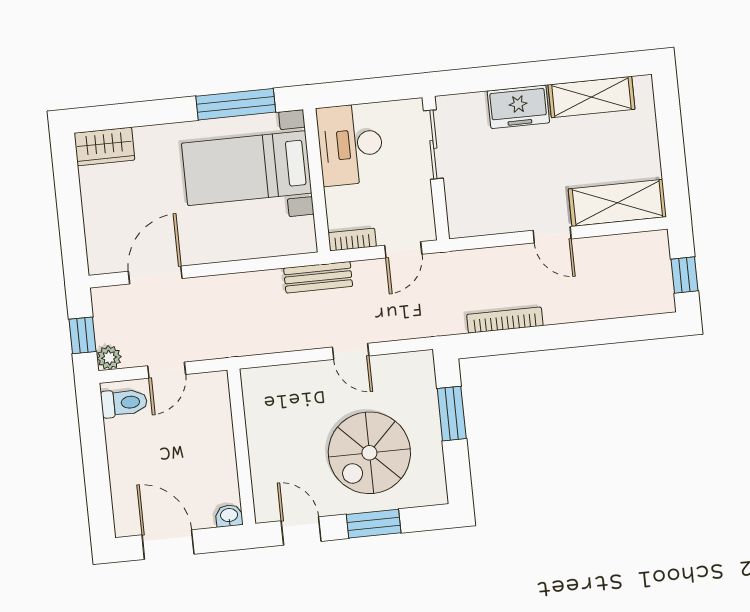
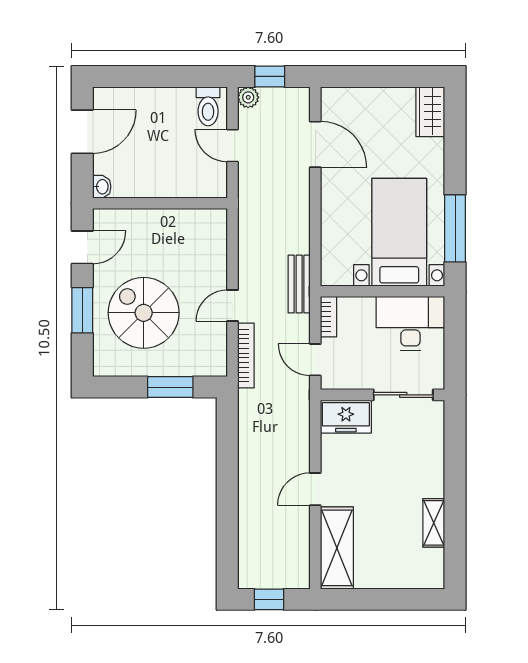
shelving: (591, 97) -> (434, 523), width x0.67, depth x0.75
freezer: (518, 107) -> (346, 417), moved, turned -90
bookcase: (505, 320) -> (246, 356), moved

